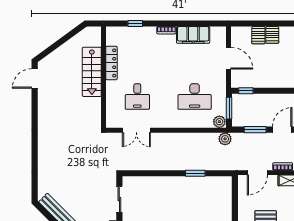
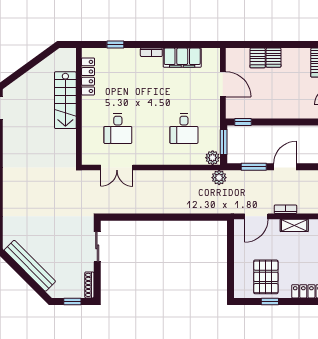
locker: (111, 63) -> (88, 76), moved
desk: (195, 97) -> (184, 129), width x0.73
window: (195, 173) -> (185, 217), removed

